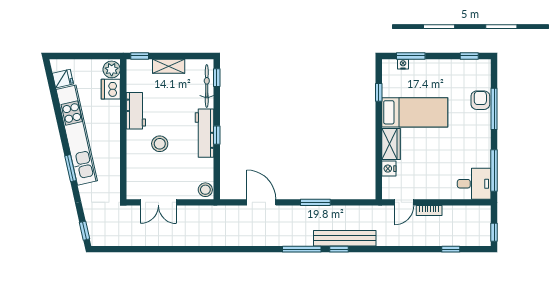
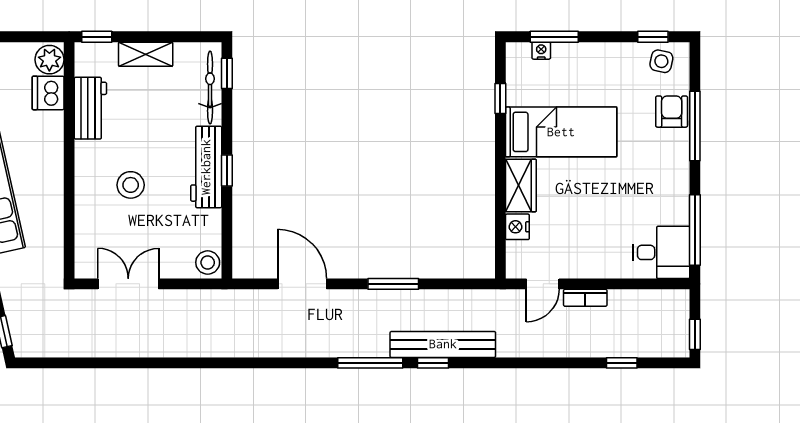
side table: (474, 70) -> (661, 61), added
workbench: (136, 111) -> (90, 108), moved
double door: (158, 202) -> (128, 284), swing flipped

